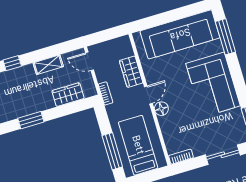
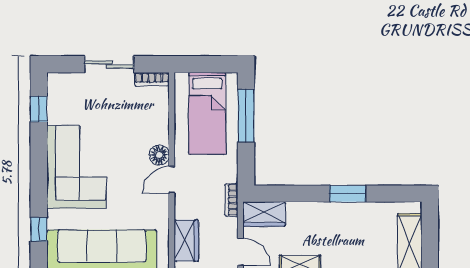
window: (225, 37) -> (39, 229), width x0.46
wardrobe: (131, 72) -> (186, 241), moved
wardrobe: (68, 95) -> (264, 214), moved
sliding door: (223, 155) -> (109, 64), moved

